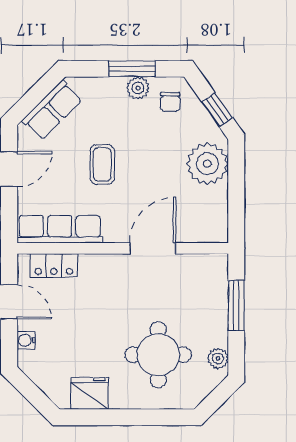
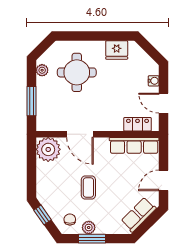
coffee table: (102, 164) -> (88, 187), moved
plant: (207, 164) -> (48, 149), moved
door: (153, 248) -> (80, 134), hinge flipped

